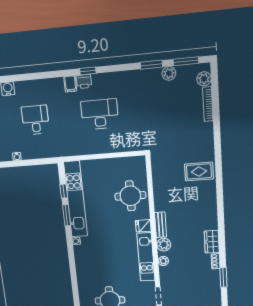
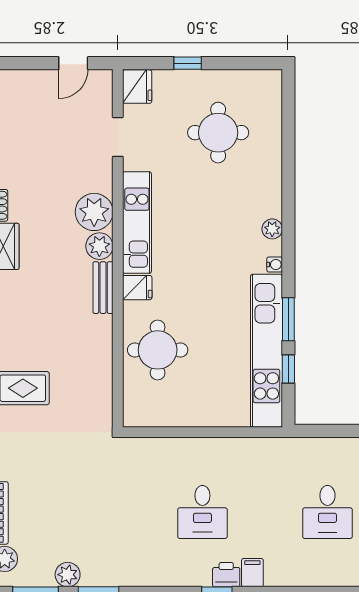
desk: (100, 114) -> (202, 512), width x0.73
plant: (79, 258) -> (272, 229), added
plant: (163, 261) -> (94, 212), width x1.88, depth x1.88

